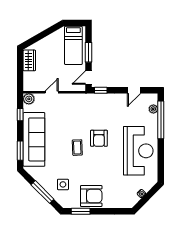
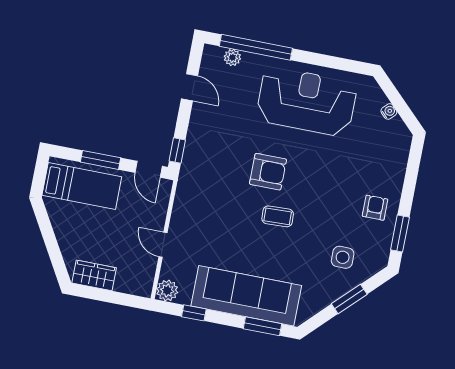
window: (42, 192) -> (349, 299), width x0.69
armchair: (91, 196) -> (375, 208), width x0.53, depth x0.53

